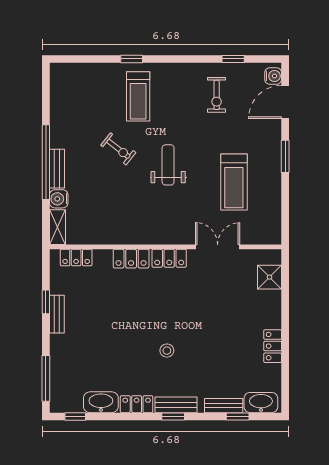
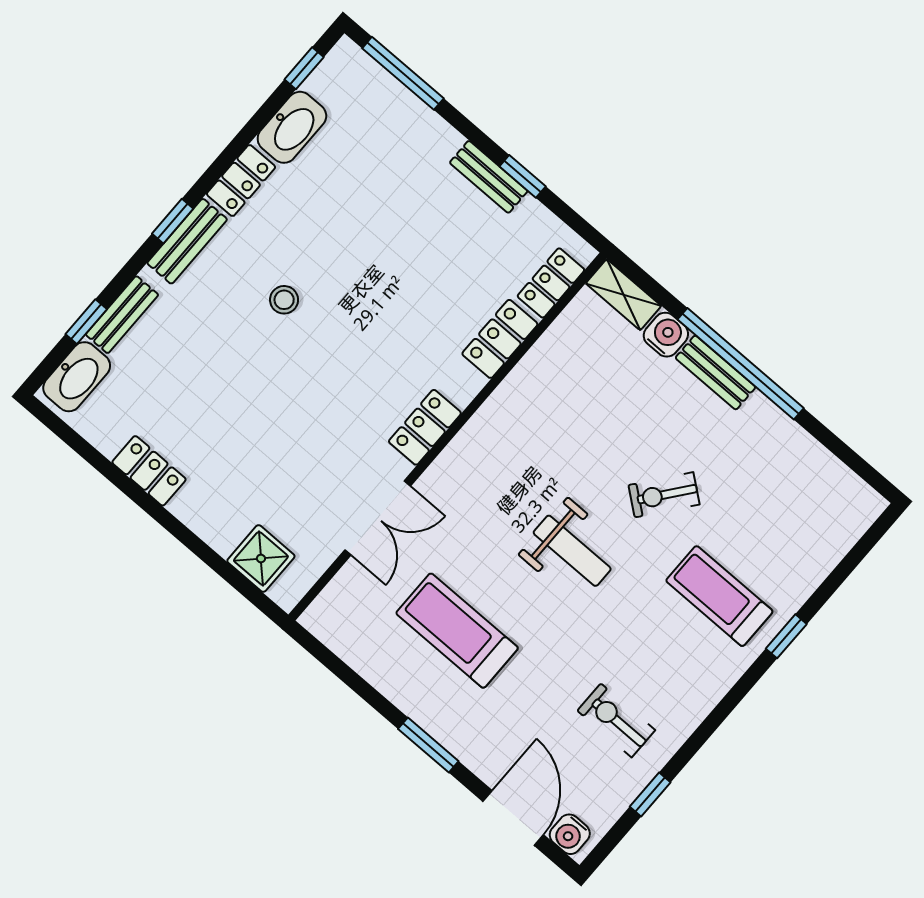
locker: (131, 259) -> (500, 339), moved

